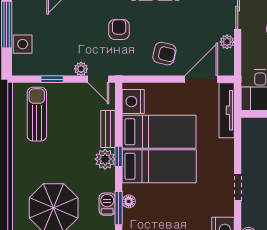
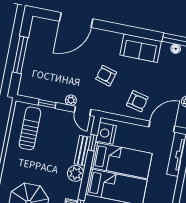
armchair: (119, 29) -> (106, 76), turned -74
side table: (23, 44) -> (30, 72), removed
window: (119, 156) -> (93, 143), moved

